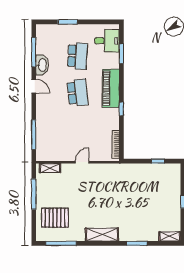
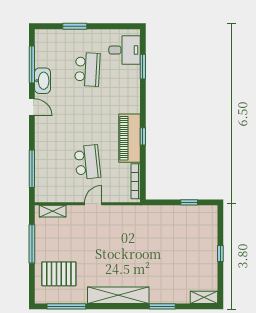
piano: (111, 88) -> (129, 138), moved
school desk: (78, 93) -> (87, 162), moved
shelving: (102, 235) -> (118, 295), width x1.47

